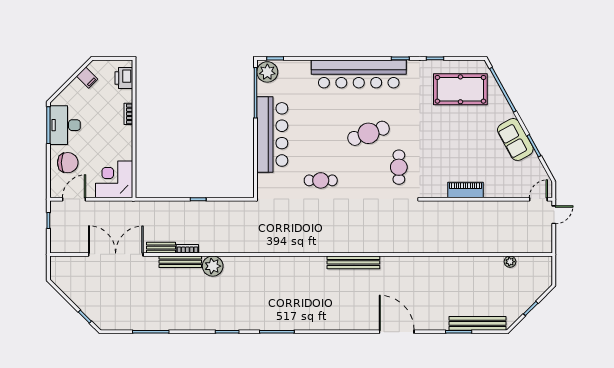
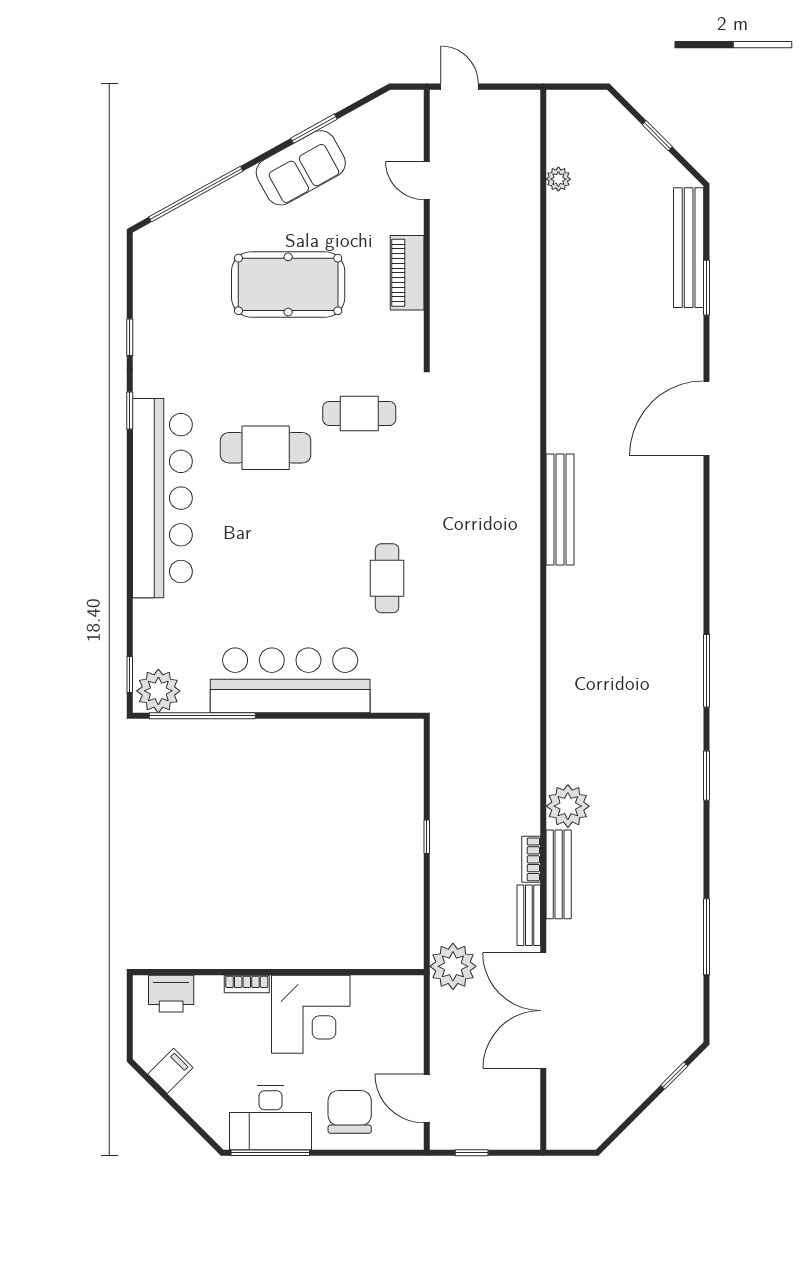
pool table: (460, 89) -> (288, 284), moved, turned 90
cafe table: (369, 133) -> (266, 448), moved, turned -70
corner desk: (114, 179) -> (311, 1014), moved, turned -90
door: (538, 199) -> (427, 181), moved
plant: (137, 212) -> (453, 966), added

